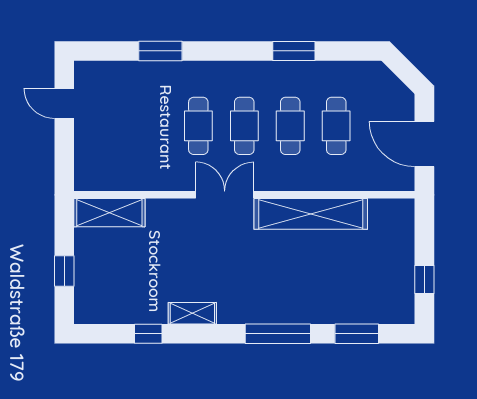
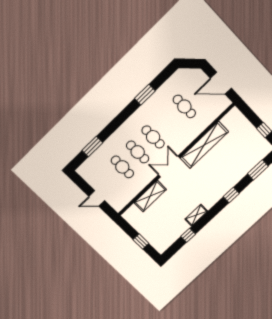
window: (160, 51) -> (92, 146), moved
door: (64, 103) -> (97, 199), moved
cafe table: (290, 126) -> (122, 167), moved
shelving: (109, 213) -> (150, 196), moved
window: (278, 334) -> (231, 195), width x0.46

